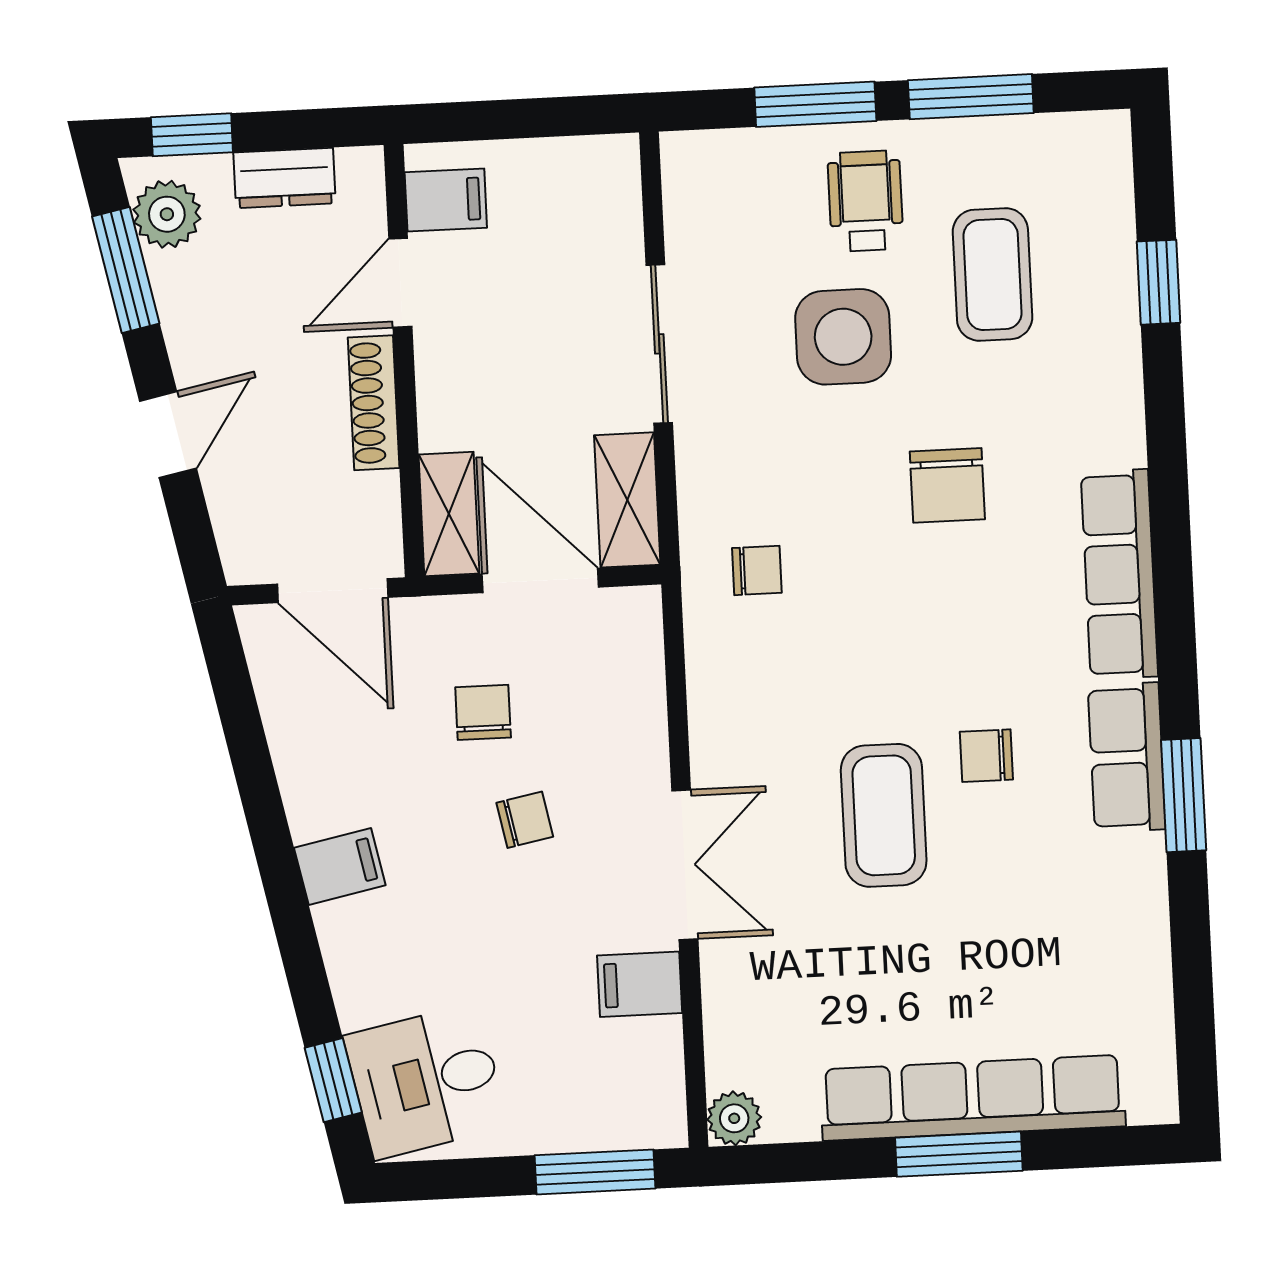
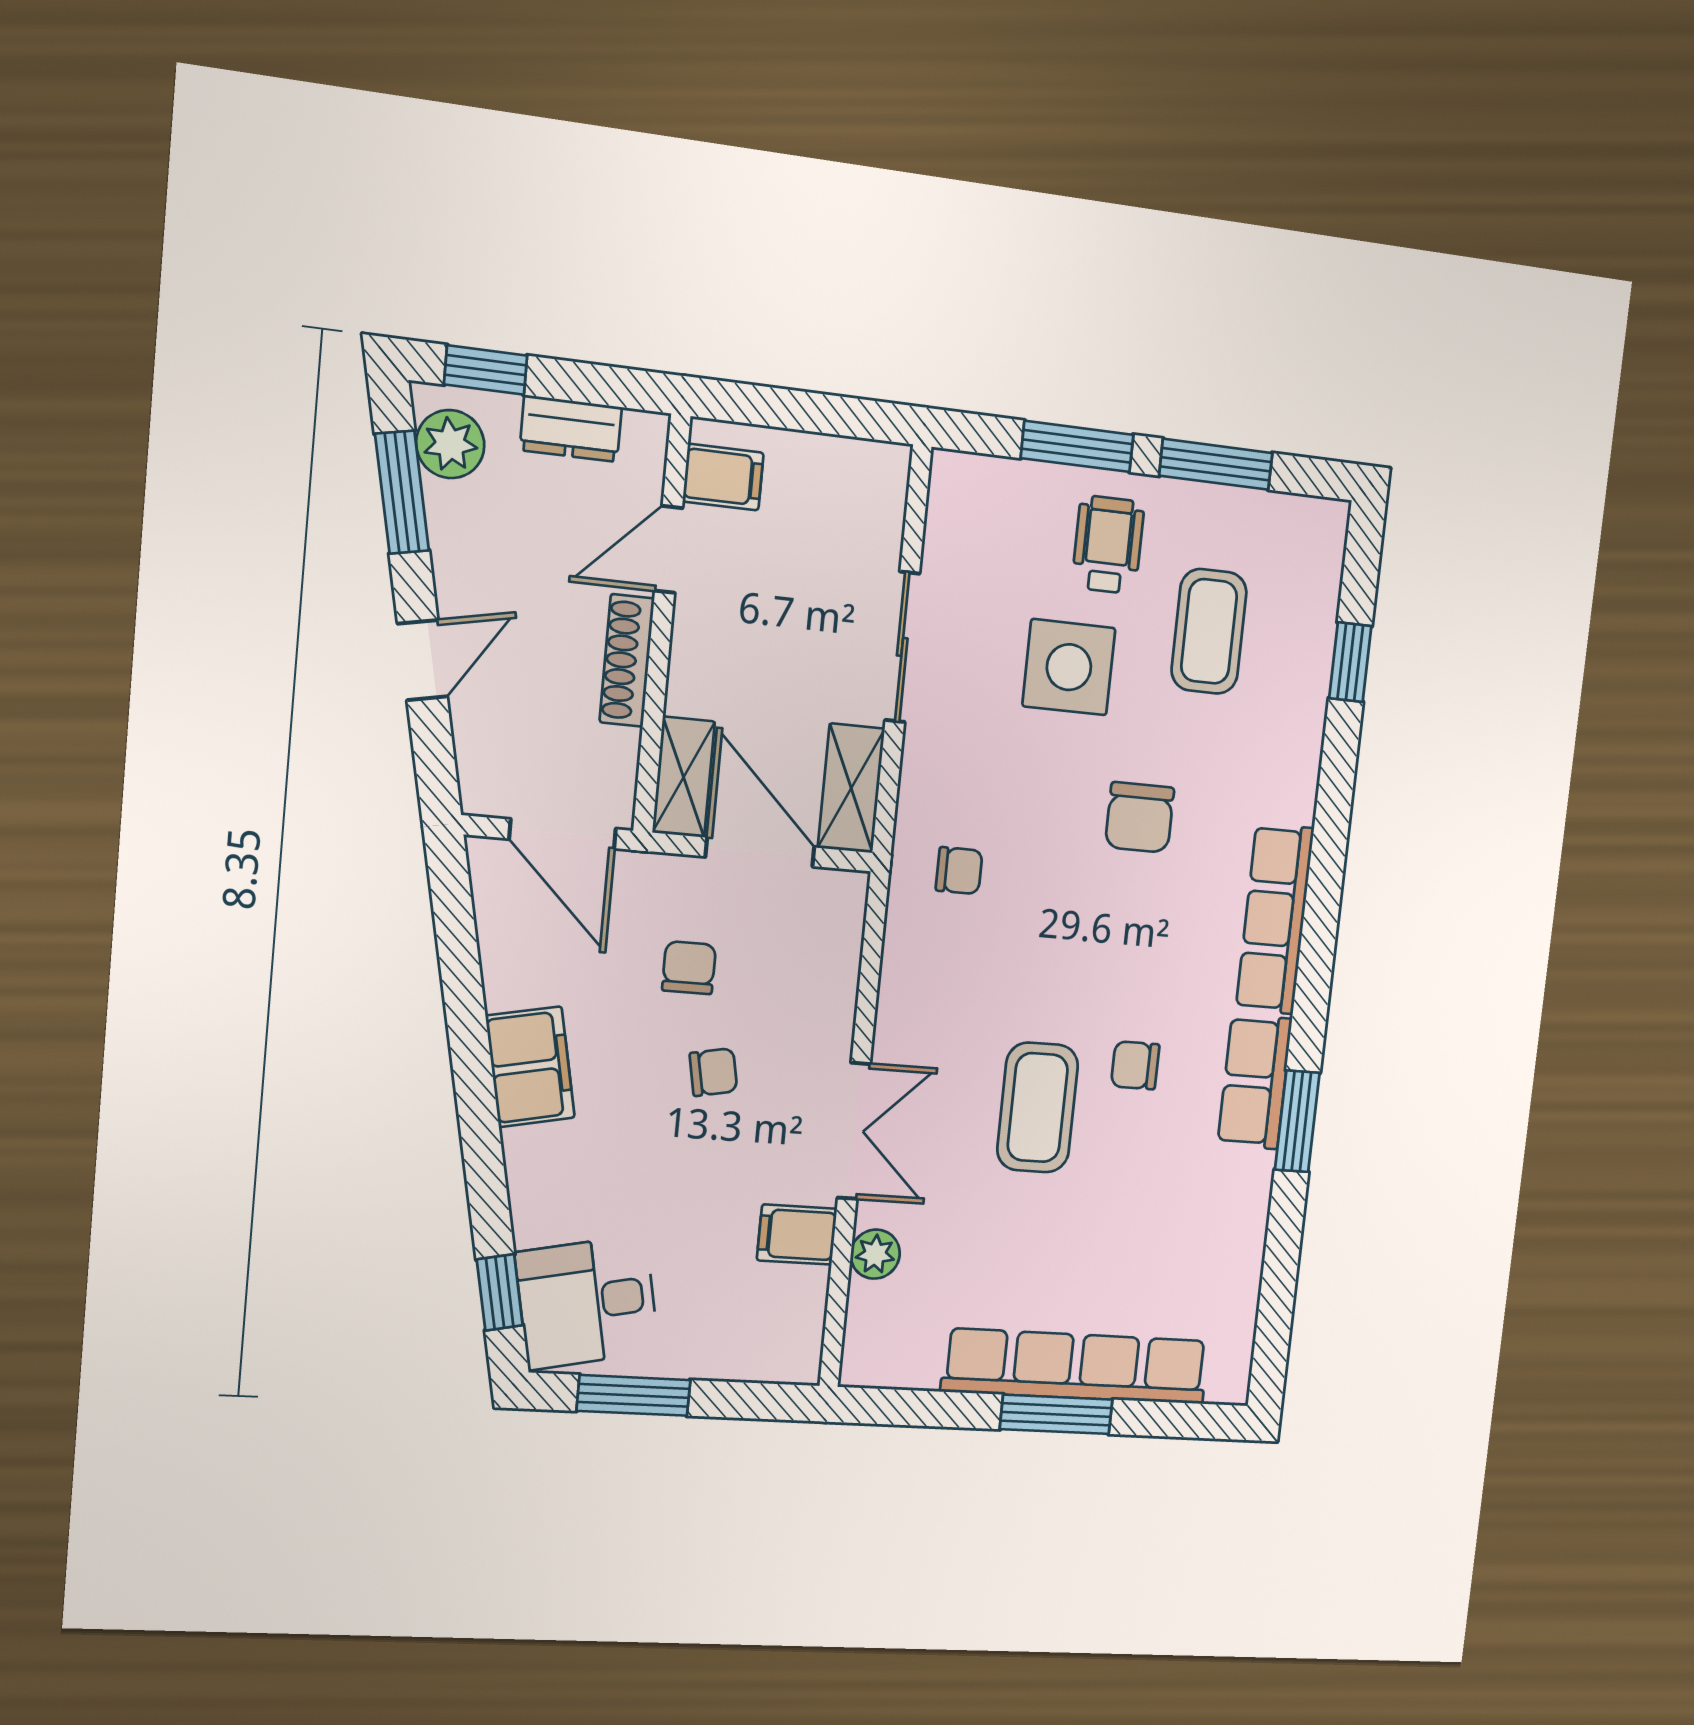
filing cabinet: (340, 867) -> (530, 1067), width x2.00
plant: (734, 1118) -> (875, 1254), moved
window: (595, 1172) -> (634, 1395), moved

